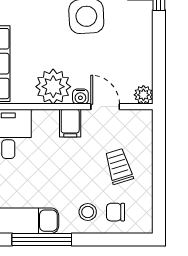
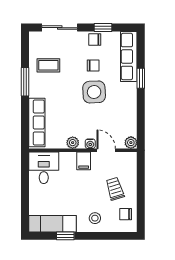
plant: (53, 87) -> (73, 143), width x0.53, depth x0.53
chair: (116, 212) -> (126, 214), moved
window: (42, 239) -> (65, 236), width x0.46

